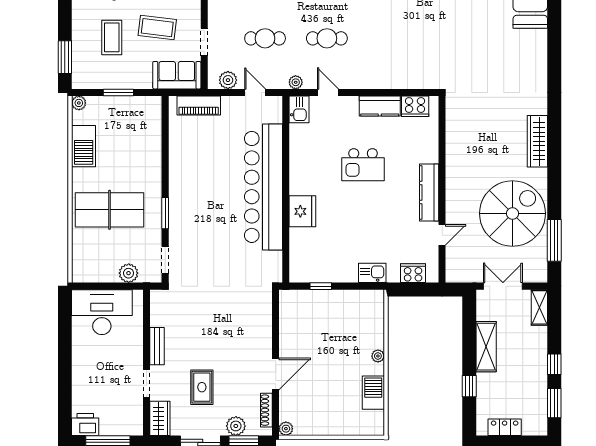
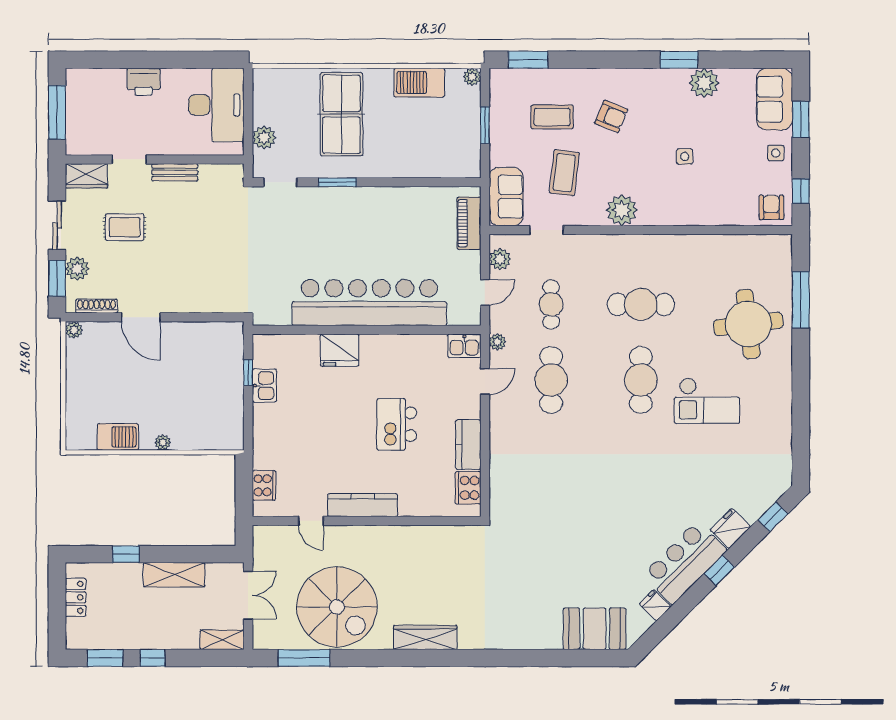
cafe table: (327, 38) -> (551, 380), width x1.37, depth x1.35
kitchen sink: (372, 273) -> (264, 386), moved
printer: (85, 424) -> (144, 82), moved, turned 90

